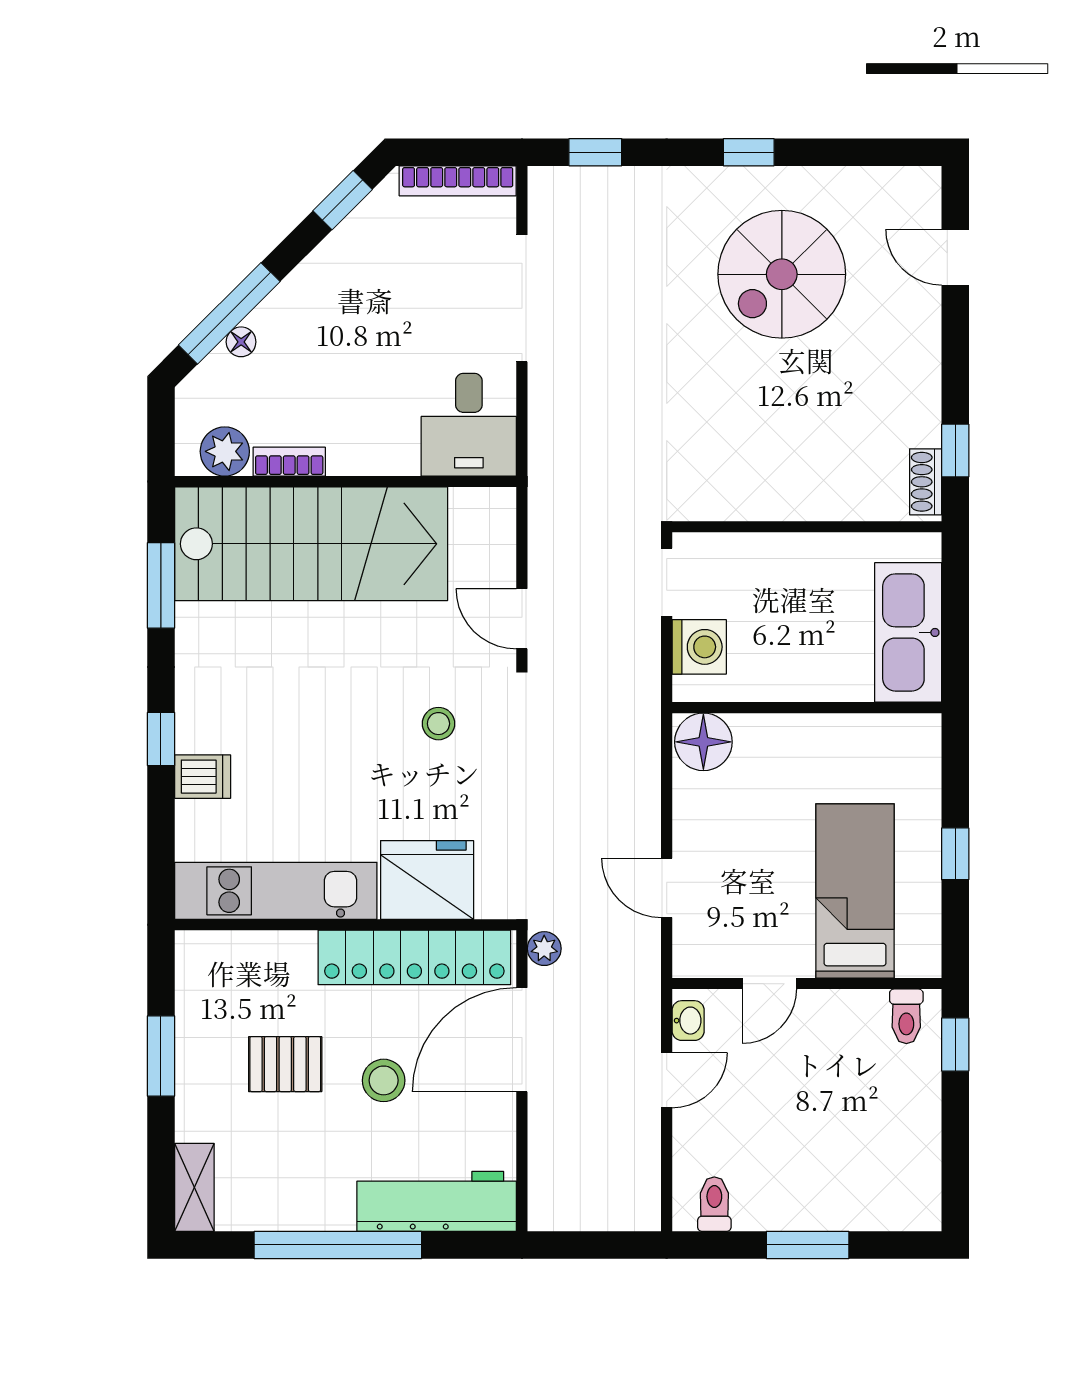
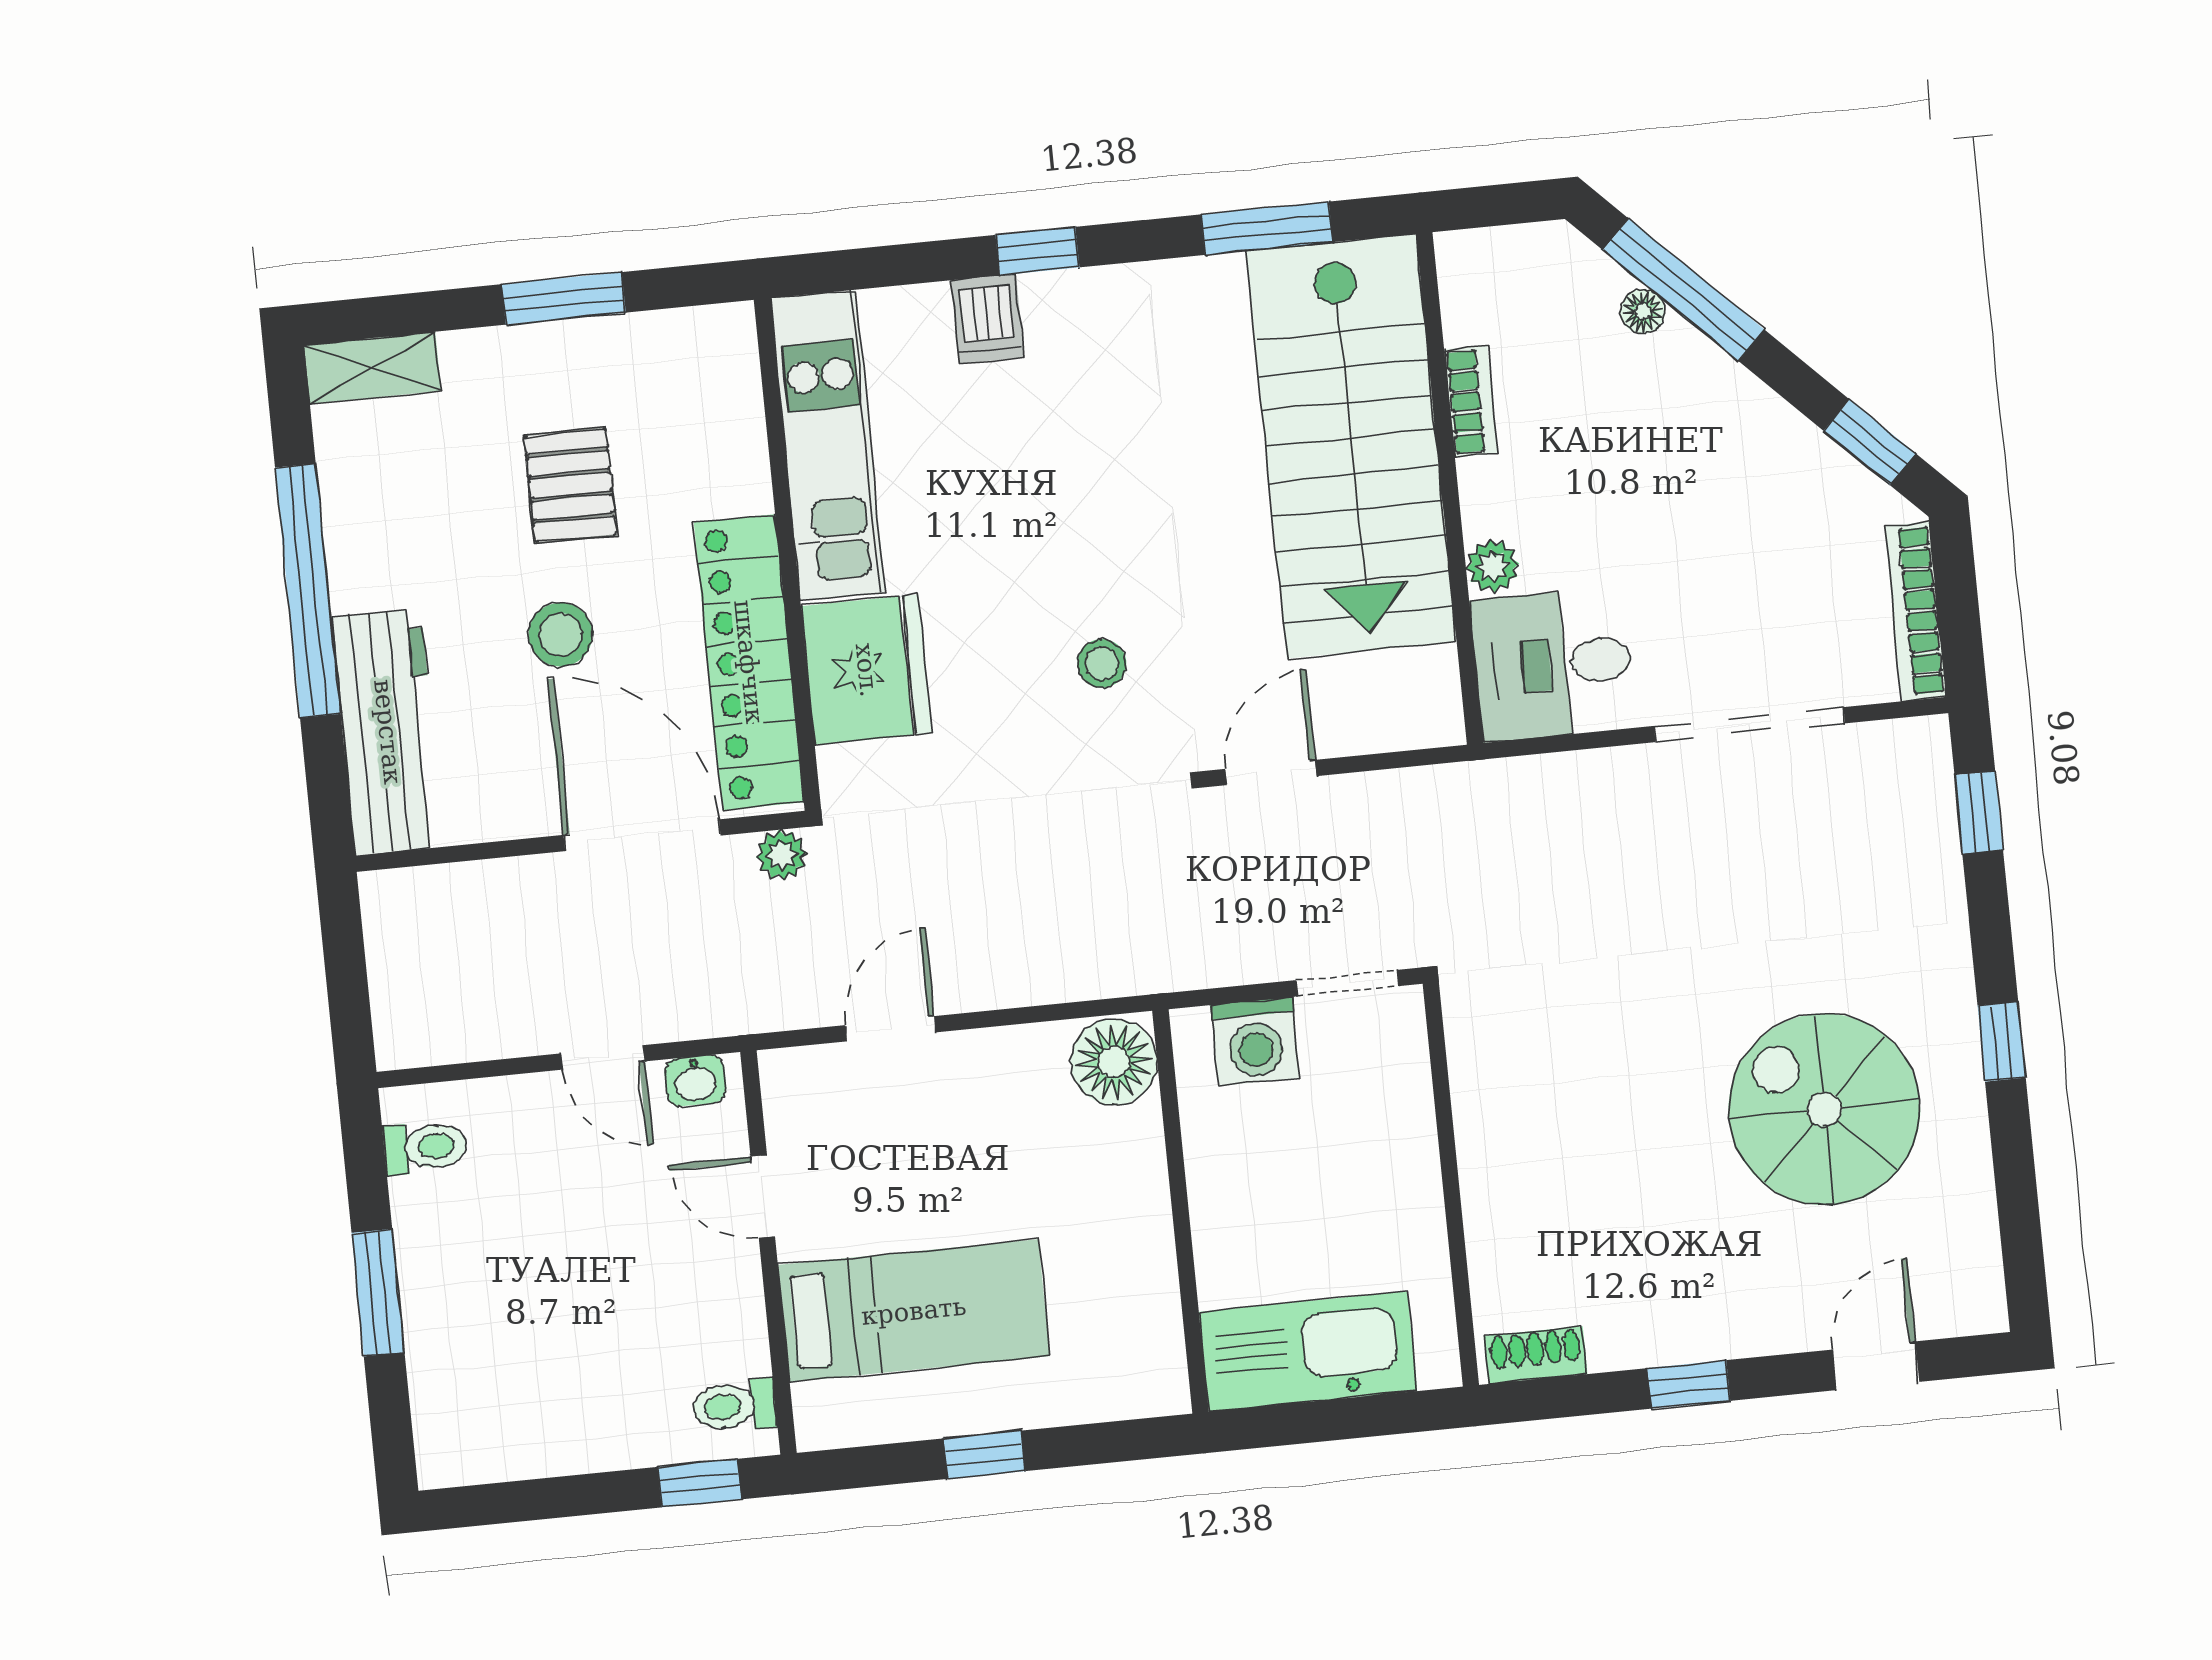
plant: (225, 451) -> (1493, 566), moved, width x0.73, depth x0.73
window: (955, 451) -> (1689, 1384), moved

